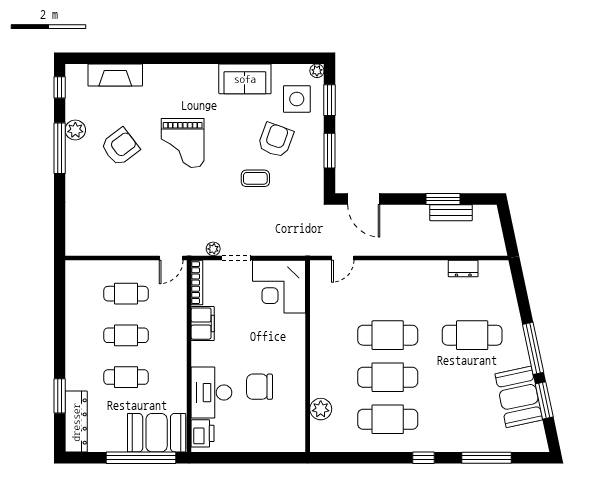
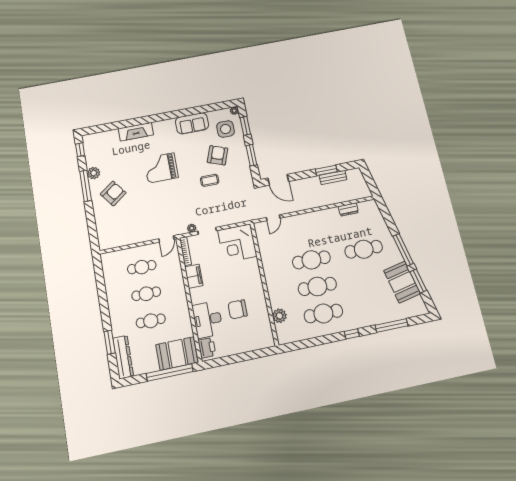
fireplace: (115, 75) -> (136, 132), moved
grand piano: (183, 143) -> (161, 168), turned 90
armchair: (120, 147) -> (113, 193), moved

